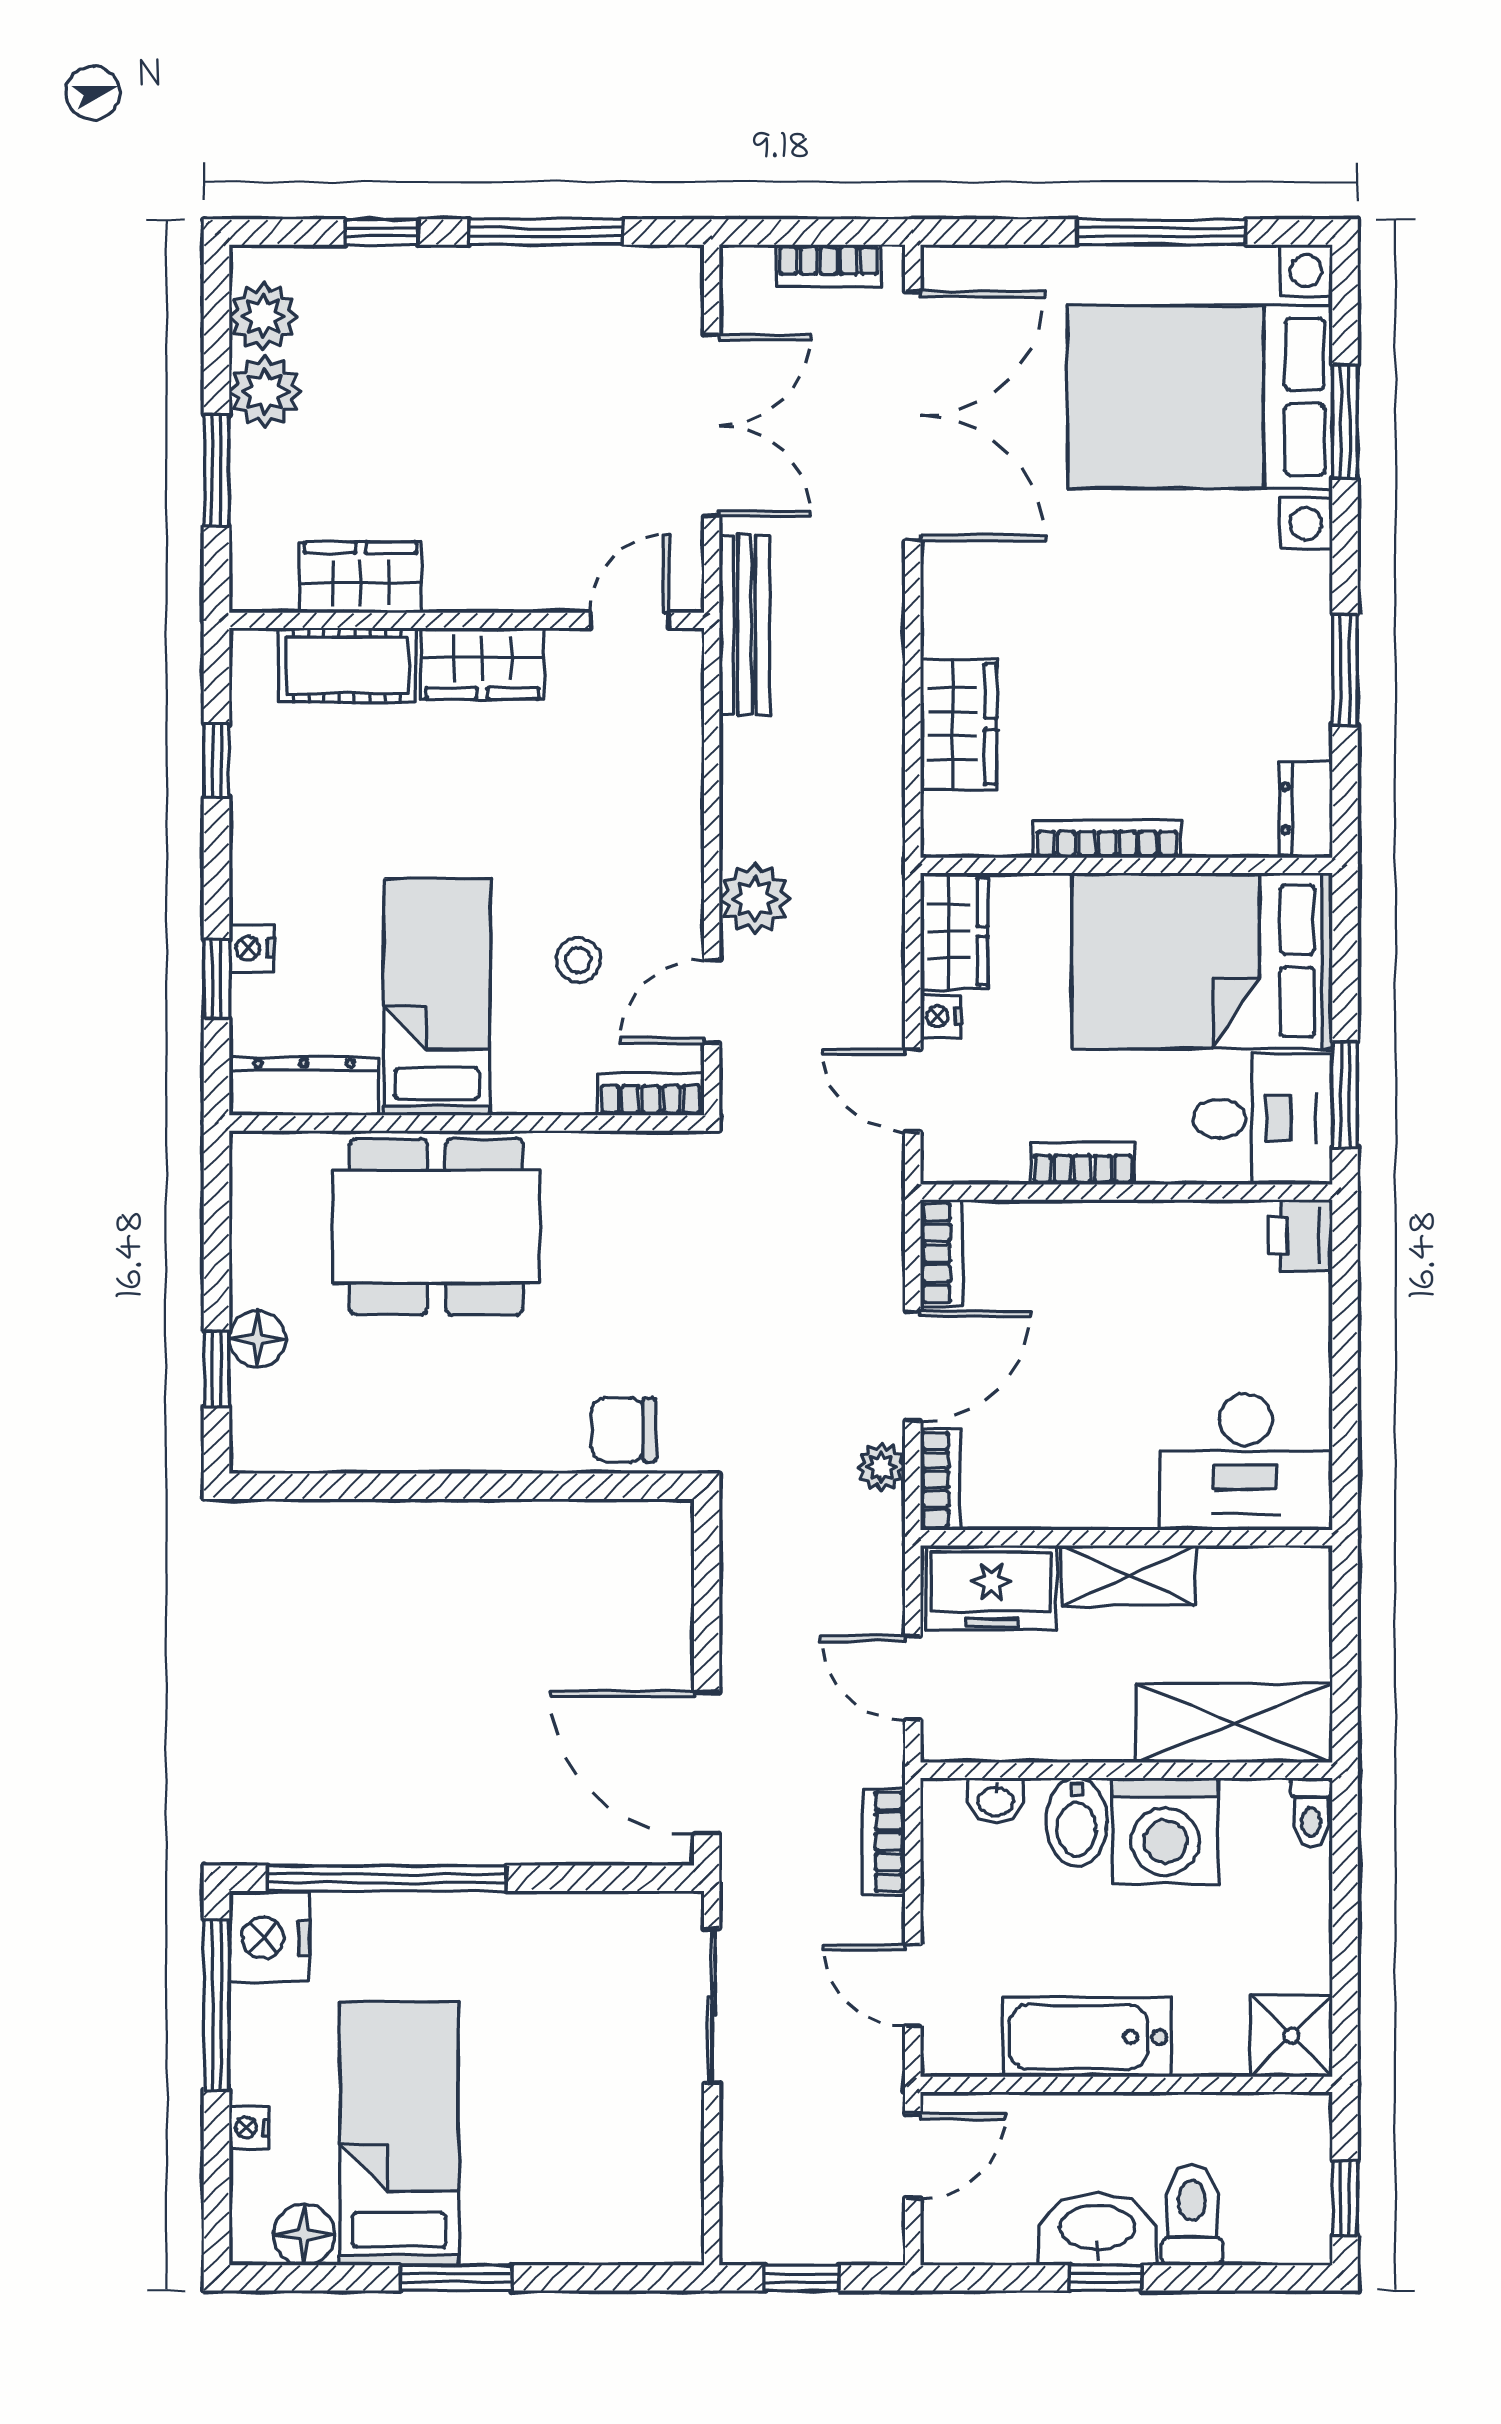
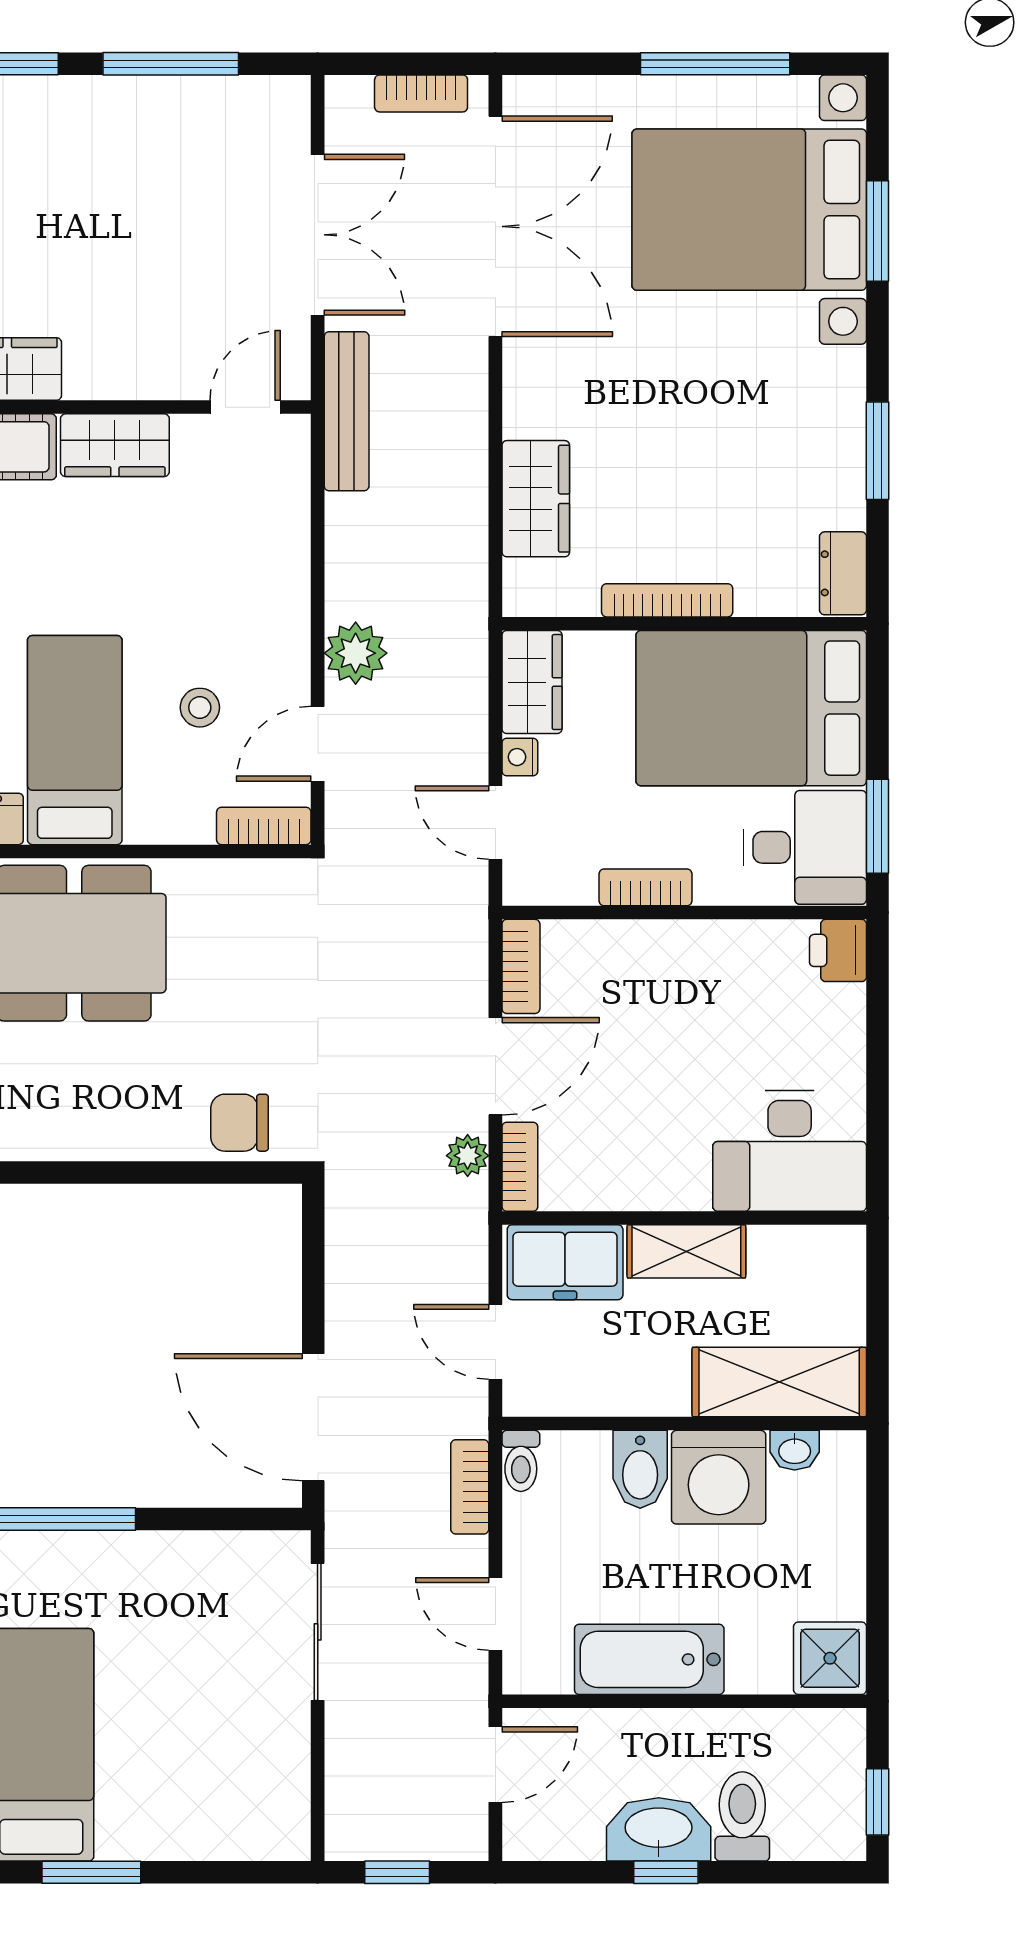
washbasin: (996, 1800) -> (795, 1450), moved
toilet: (1311, 1812) -> (521, 1461), moved

